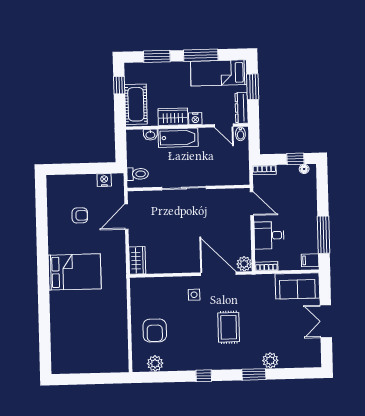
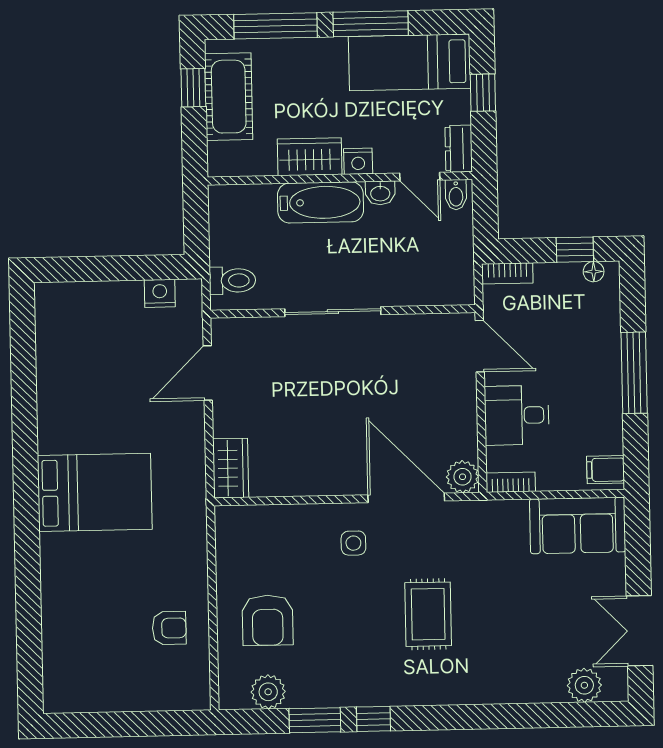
window: (157, 56) -> (275, 26), width x1.44
window: (253, 87) -> (483, 93), width x0.67
cot: (136, 104) -> (229, 97), moved
dresser: (242, 108) -> (459, 149), width x0.70
washbasin: (150, 135) -> (380, 193), moved
armchair: (80, 215) -> (169, 628), moved
window: (324, 235) -> (634, 373), moved
double door: (326, 321) -> (639, 631), moved
plant: (270, 360) -> (584, 685), moved
window: (254, 374) -> (315, 720), moved

